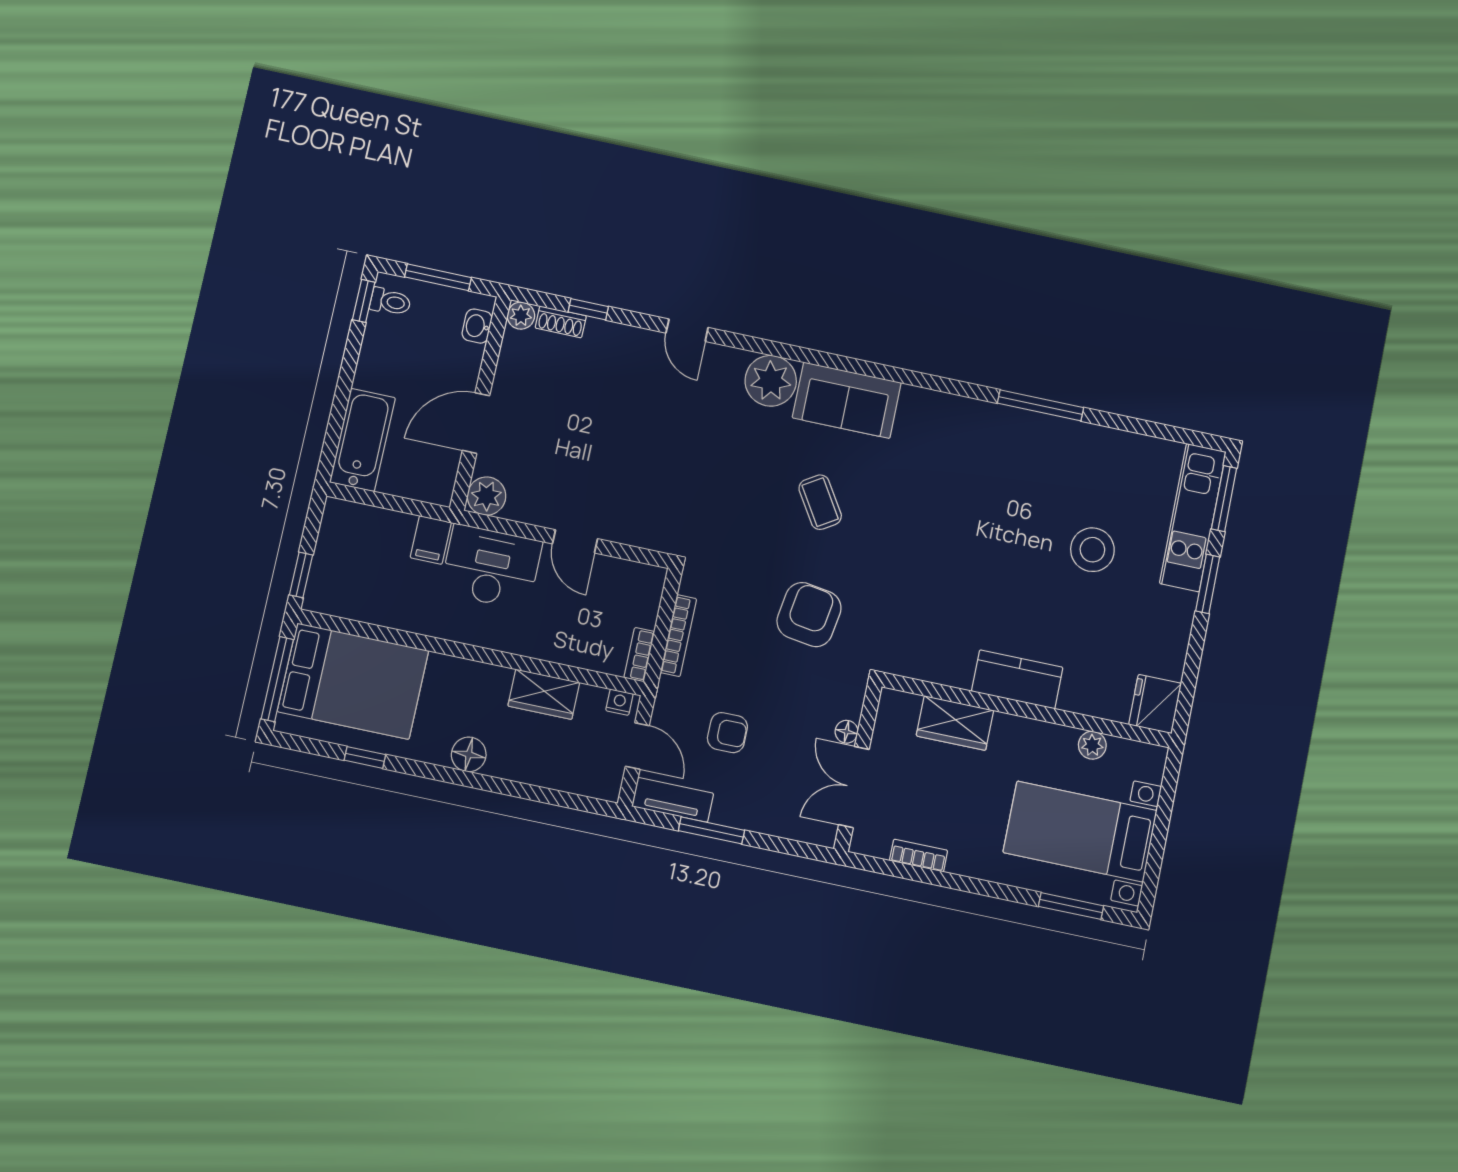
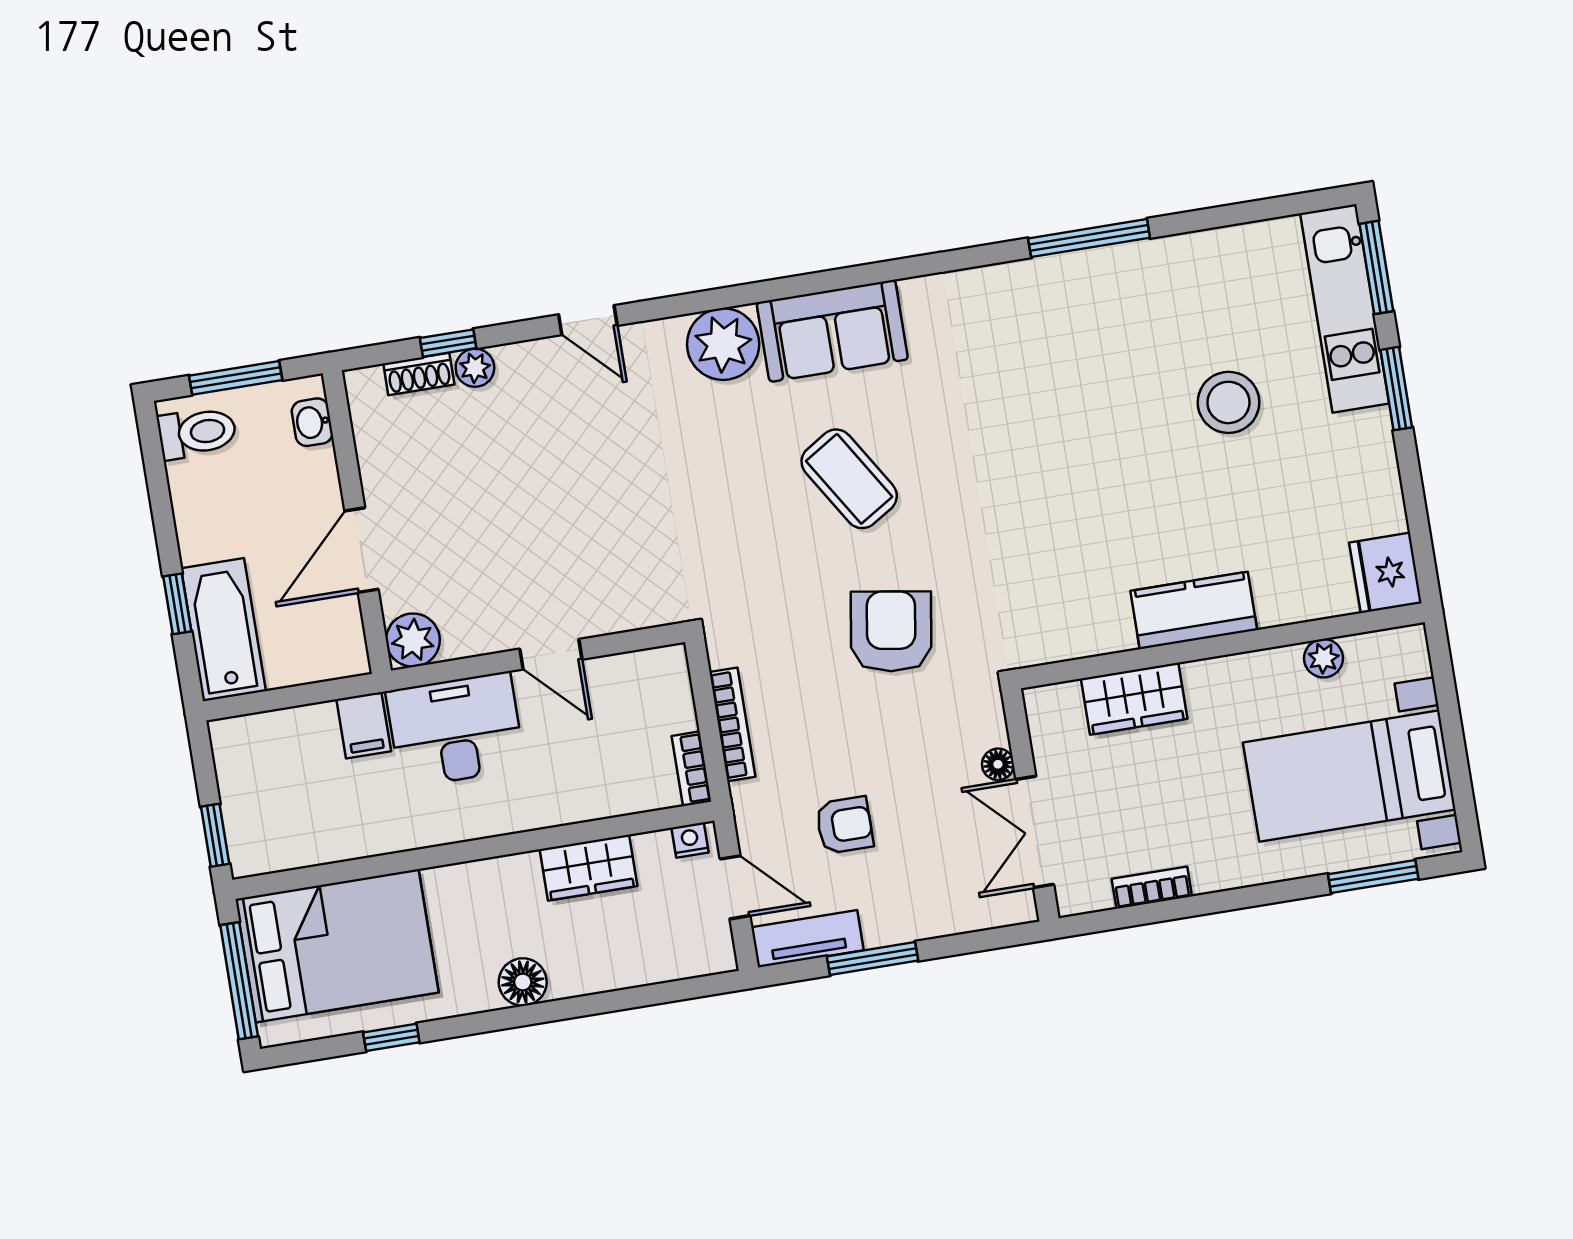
window: (364, 301) -> (177, 604), moved
toilet: (390, 302) -> (197, 433), width x1.37, depth x1.39
plant: (521, 316) -> (475, 368), moved
coffee table: (820, 502) -> (849, 479), width x1.36, depth x1.30

